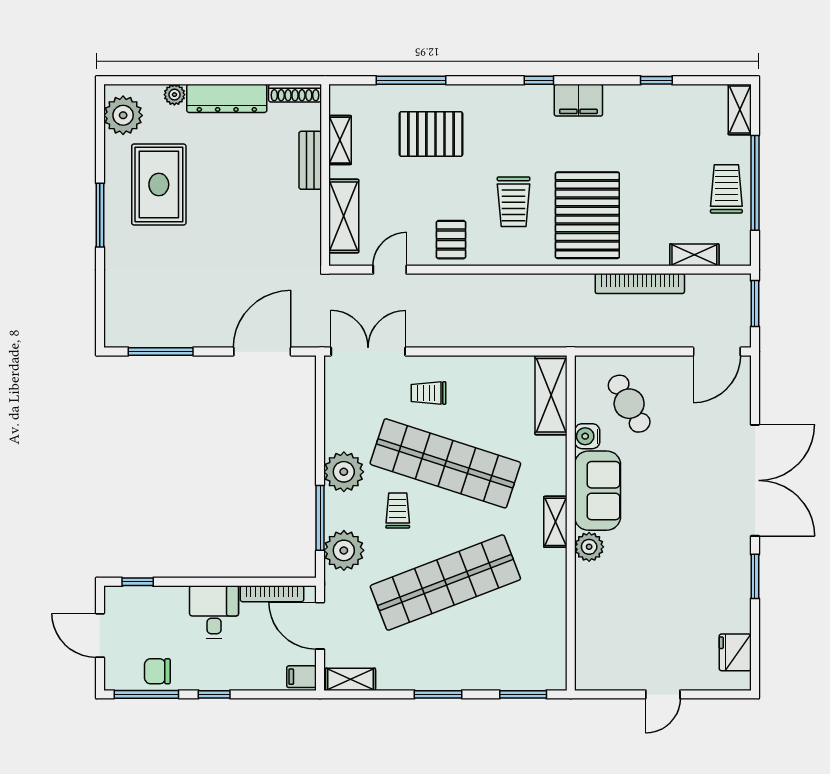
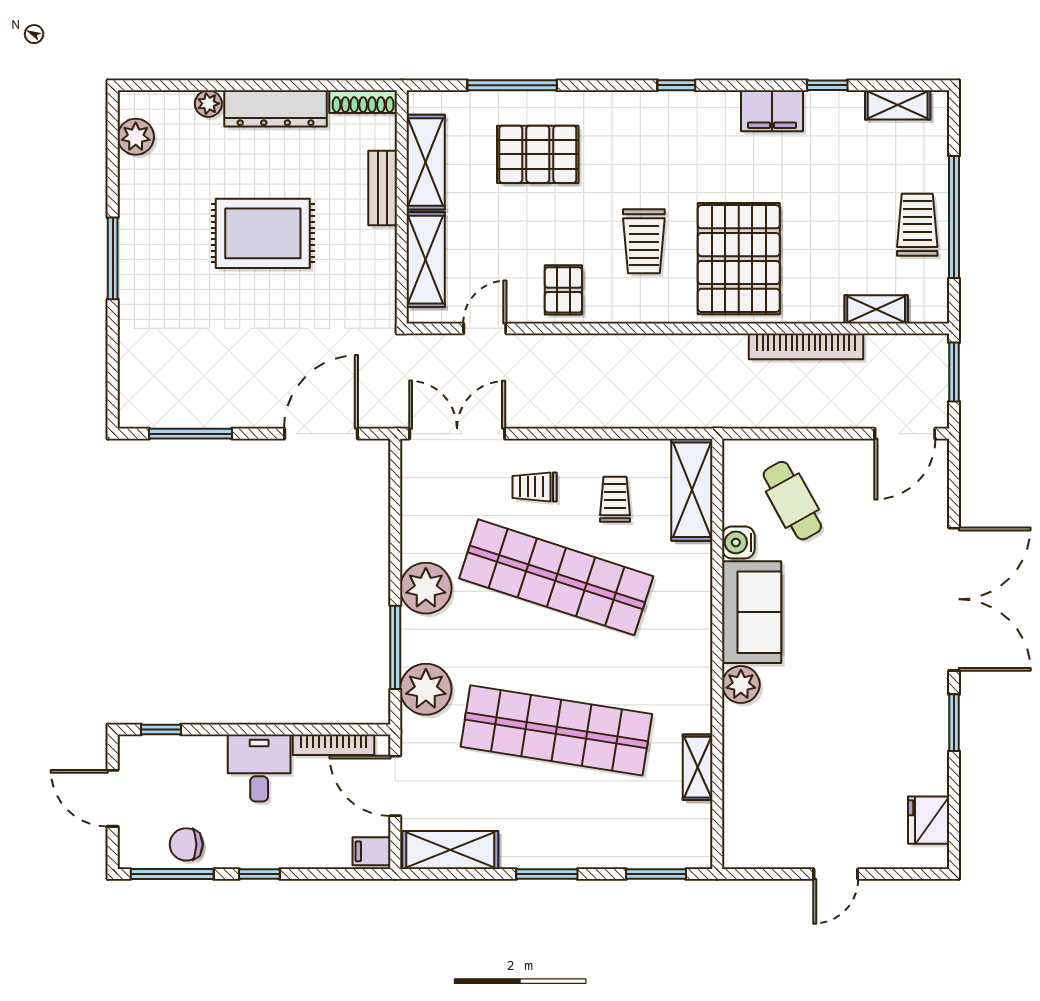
filing cabinet: (578, 100) -> (772, 111), moved
shelving: (740, 110) -> (898, 105), moved, turned 90
plant: (123, 115) -> (136, 137), width x0.73, depth x0.73
shelving: (340, 140) -> (426, 162), width x1.50, depth x1.33
rug: (159, 184) -> (263, 233), moved, turned 90
trolley: (398, 511) -> (615, 499), moved
shelving: (555, 522) -> (698, 767), moved
shop shelf: (445, 583) -> (556, 730), turned 30
shelving: (350, 679) -> (450, 850), width x1.50, depth x1.33

